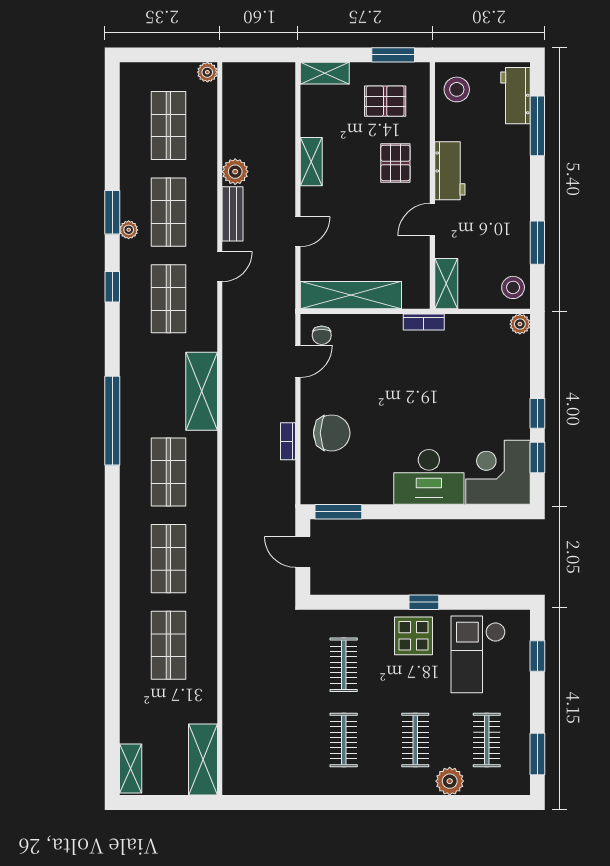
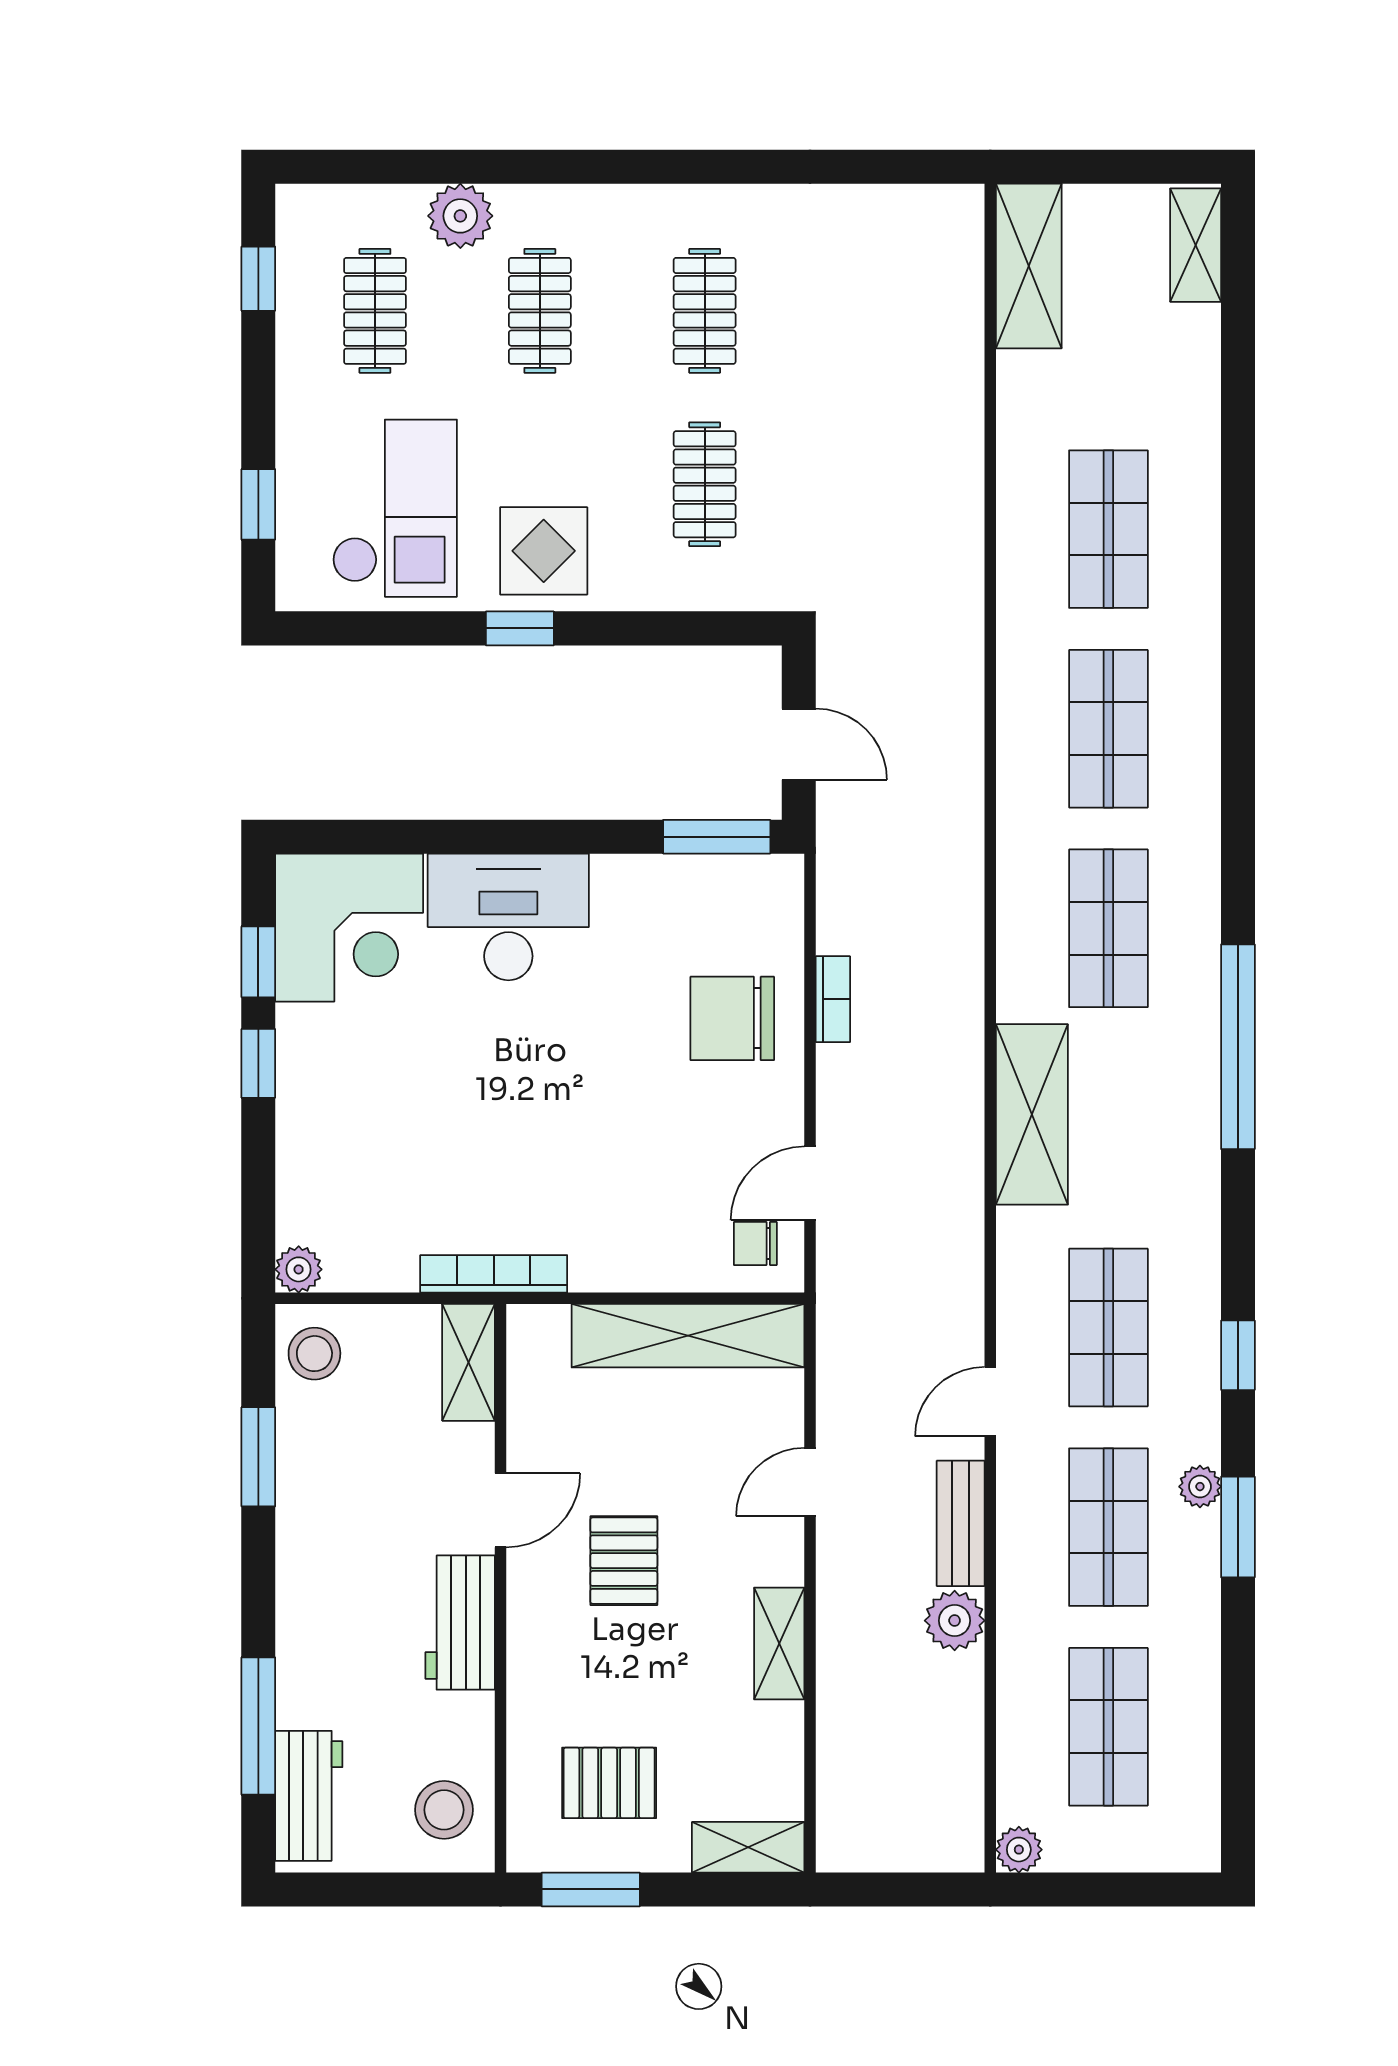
pallet: (395, 163) -> (624, 1561), moved
bookcase: (424, 322) -> (494, 1274), width x1.56
chair: (322, 335) -> (755, 1243), turned -90
window: (537, 754) -> (258, 279), width x0.67

